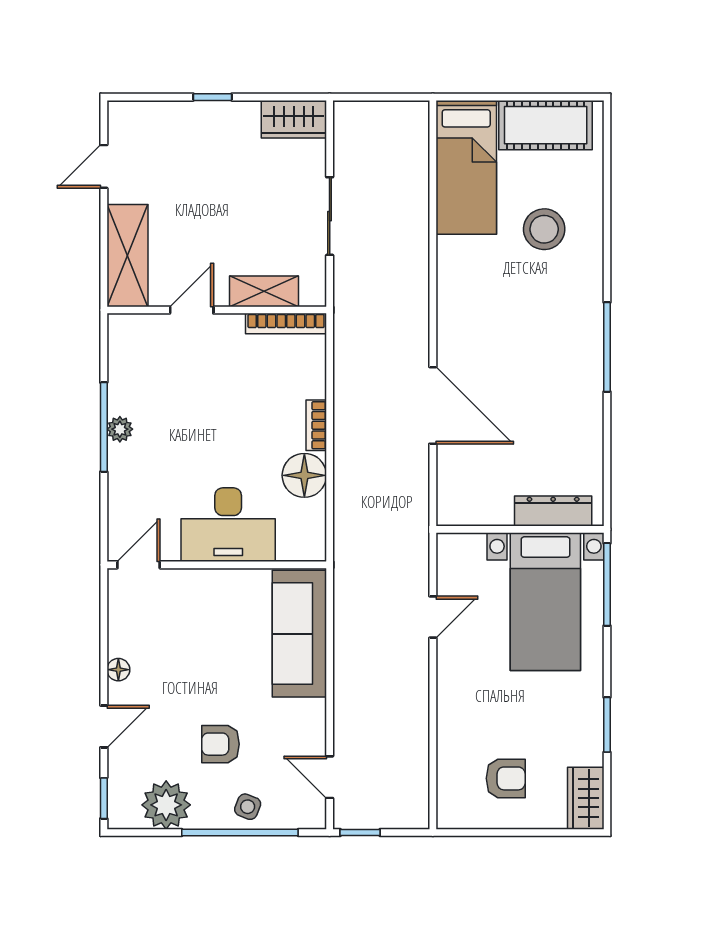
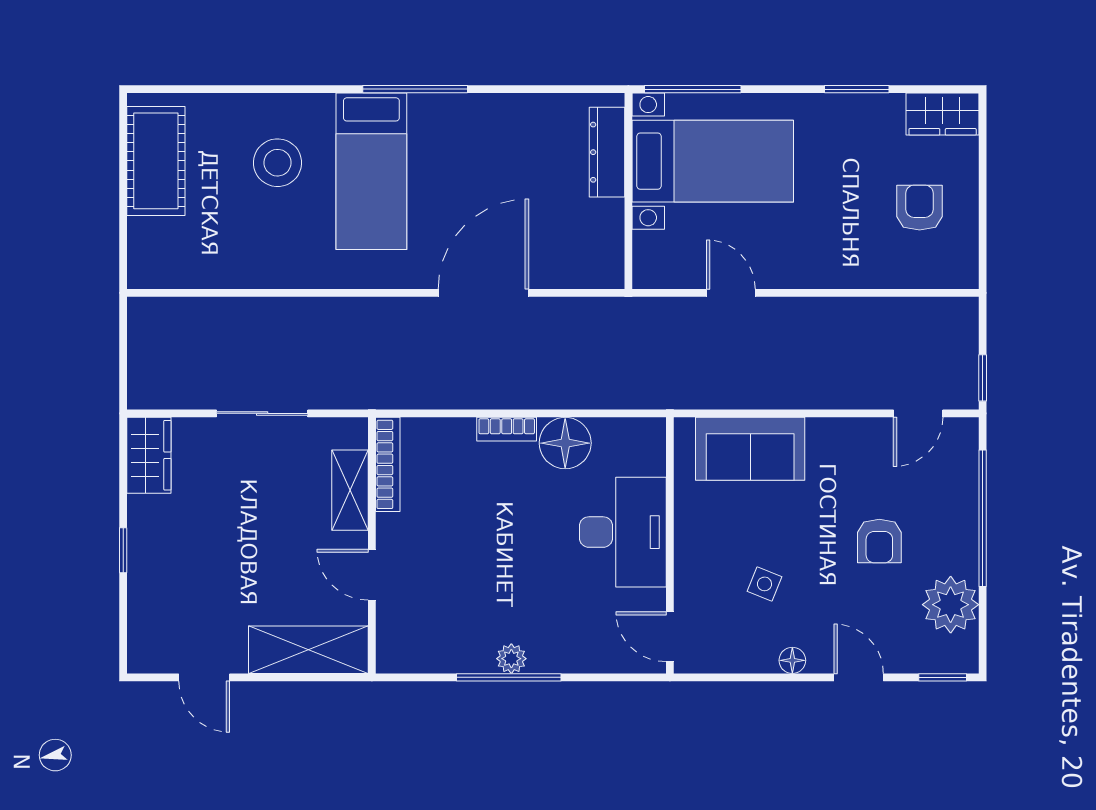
bed: (466, 167) -> (371, 171), moved, turned 90
sofa: (299, 634) -> (750, 449), width x0.73
side table: (248, 807) -> (764, 584), moved

